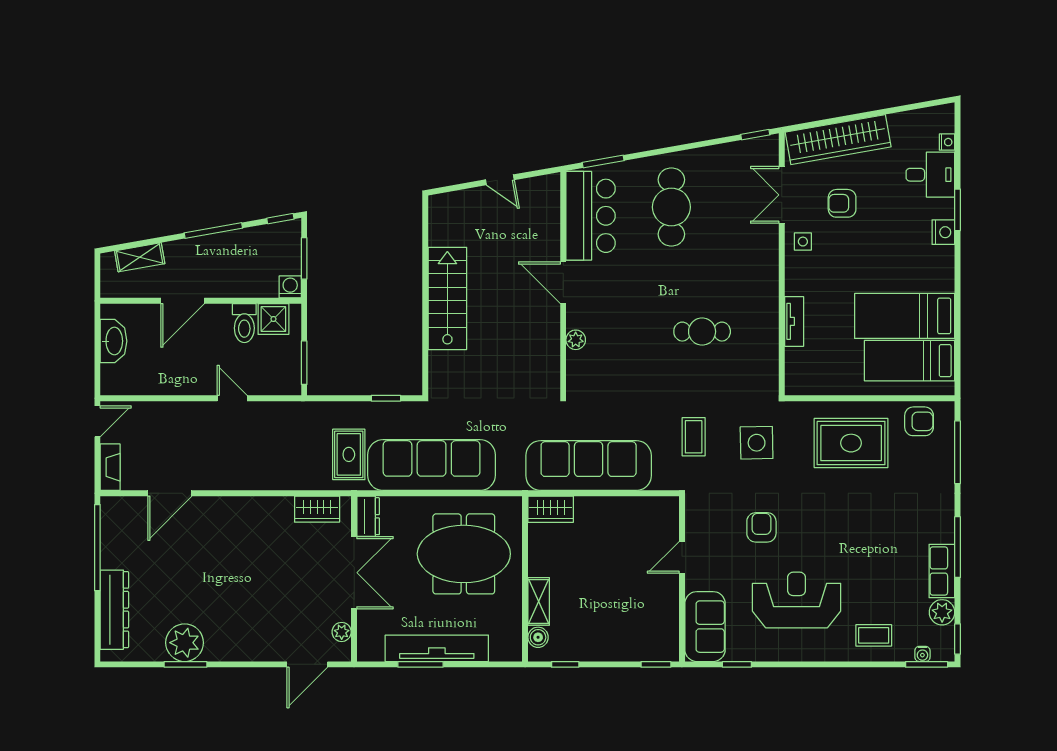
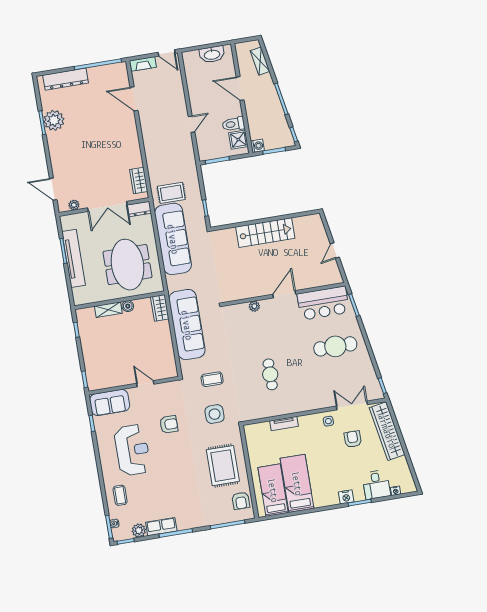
boiler: (538, 637) -> (128, 306), moved

